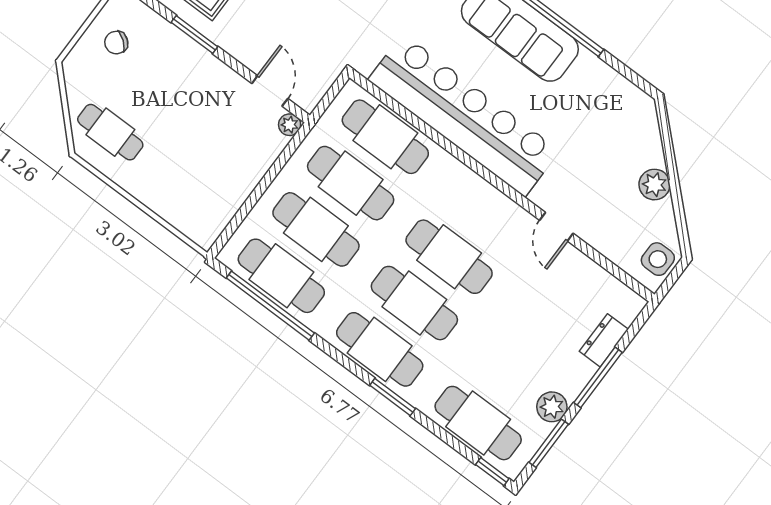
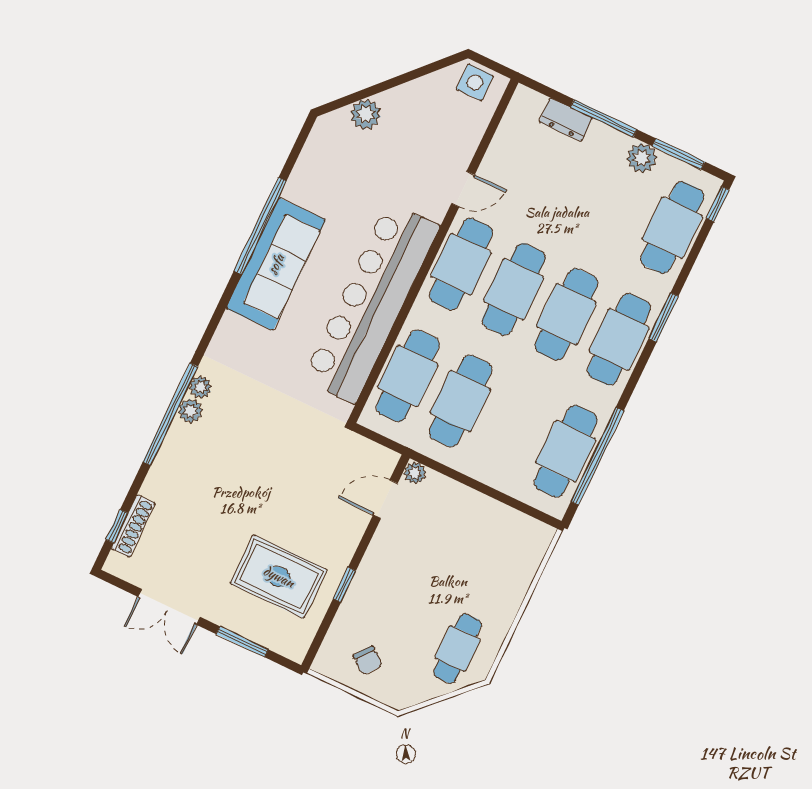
window: (194, 35) -> (344, 585), width x0.67
plant: (654, 185) -> (366, 114), moved
cafe table: (316, 229) -> (461, 264), moved

